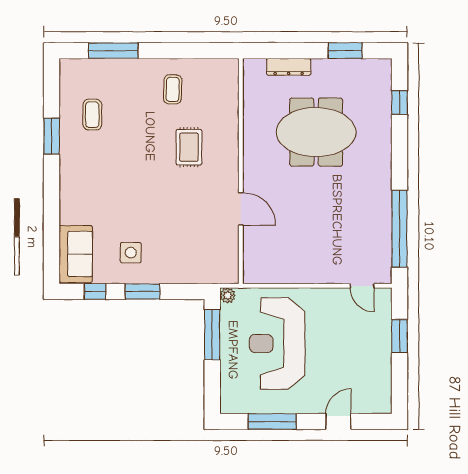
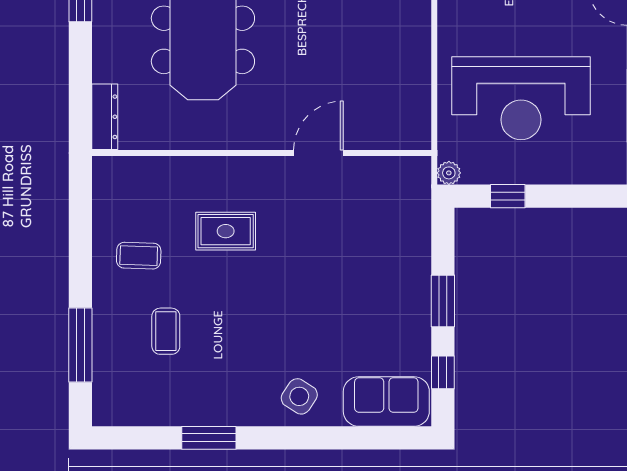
dresser: (289, 67) -> (105, 117), moved
coffee table: (92, 115) -> (166, 331), moved, turned 90
side table: (131, 253) -> (299, 396), moved, turned 33
window: (212, 335) -> (508, 196), width x0.46

